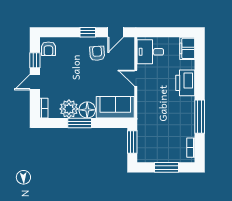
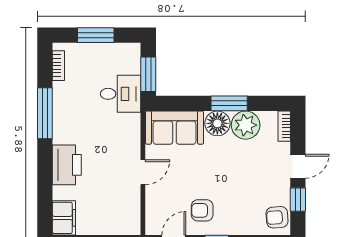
armchair: (48, 49) -> (277, 217), turned -94
desk: (150, 52) -> (121, 94), moved
armchair: (97, 53) -> (202, 210), turned 94
door: (136, 78) -> (143, 172), hinge flipped

